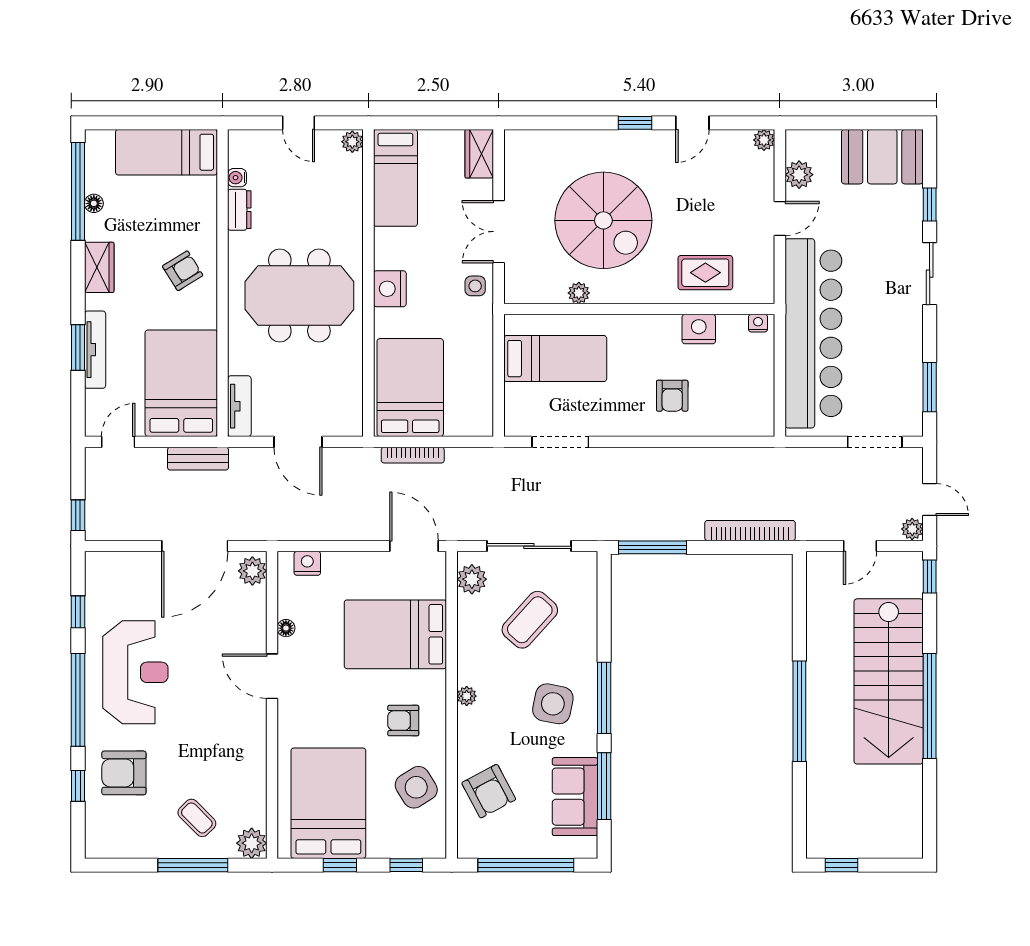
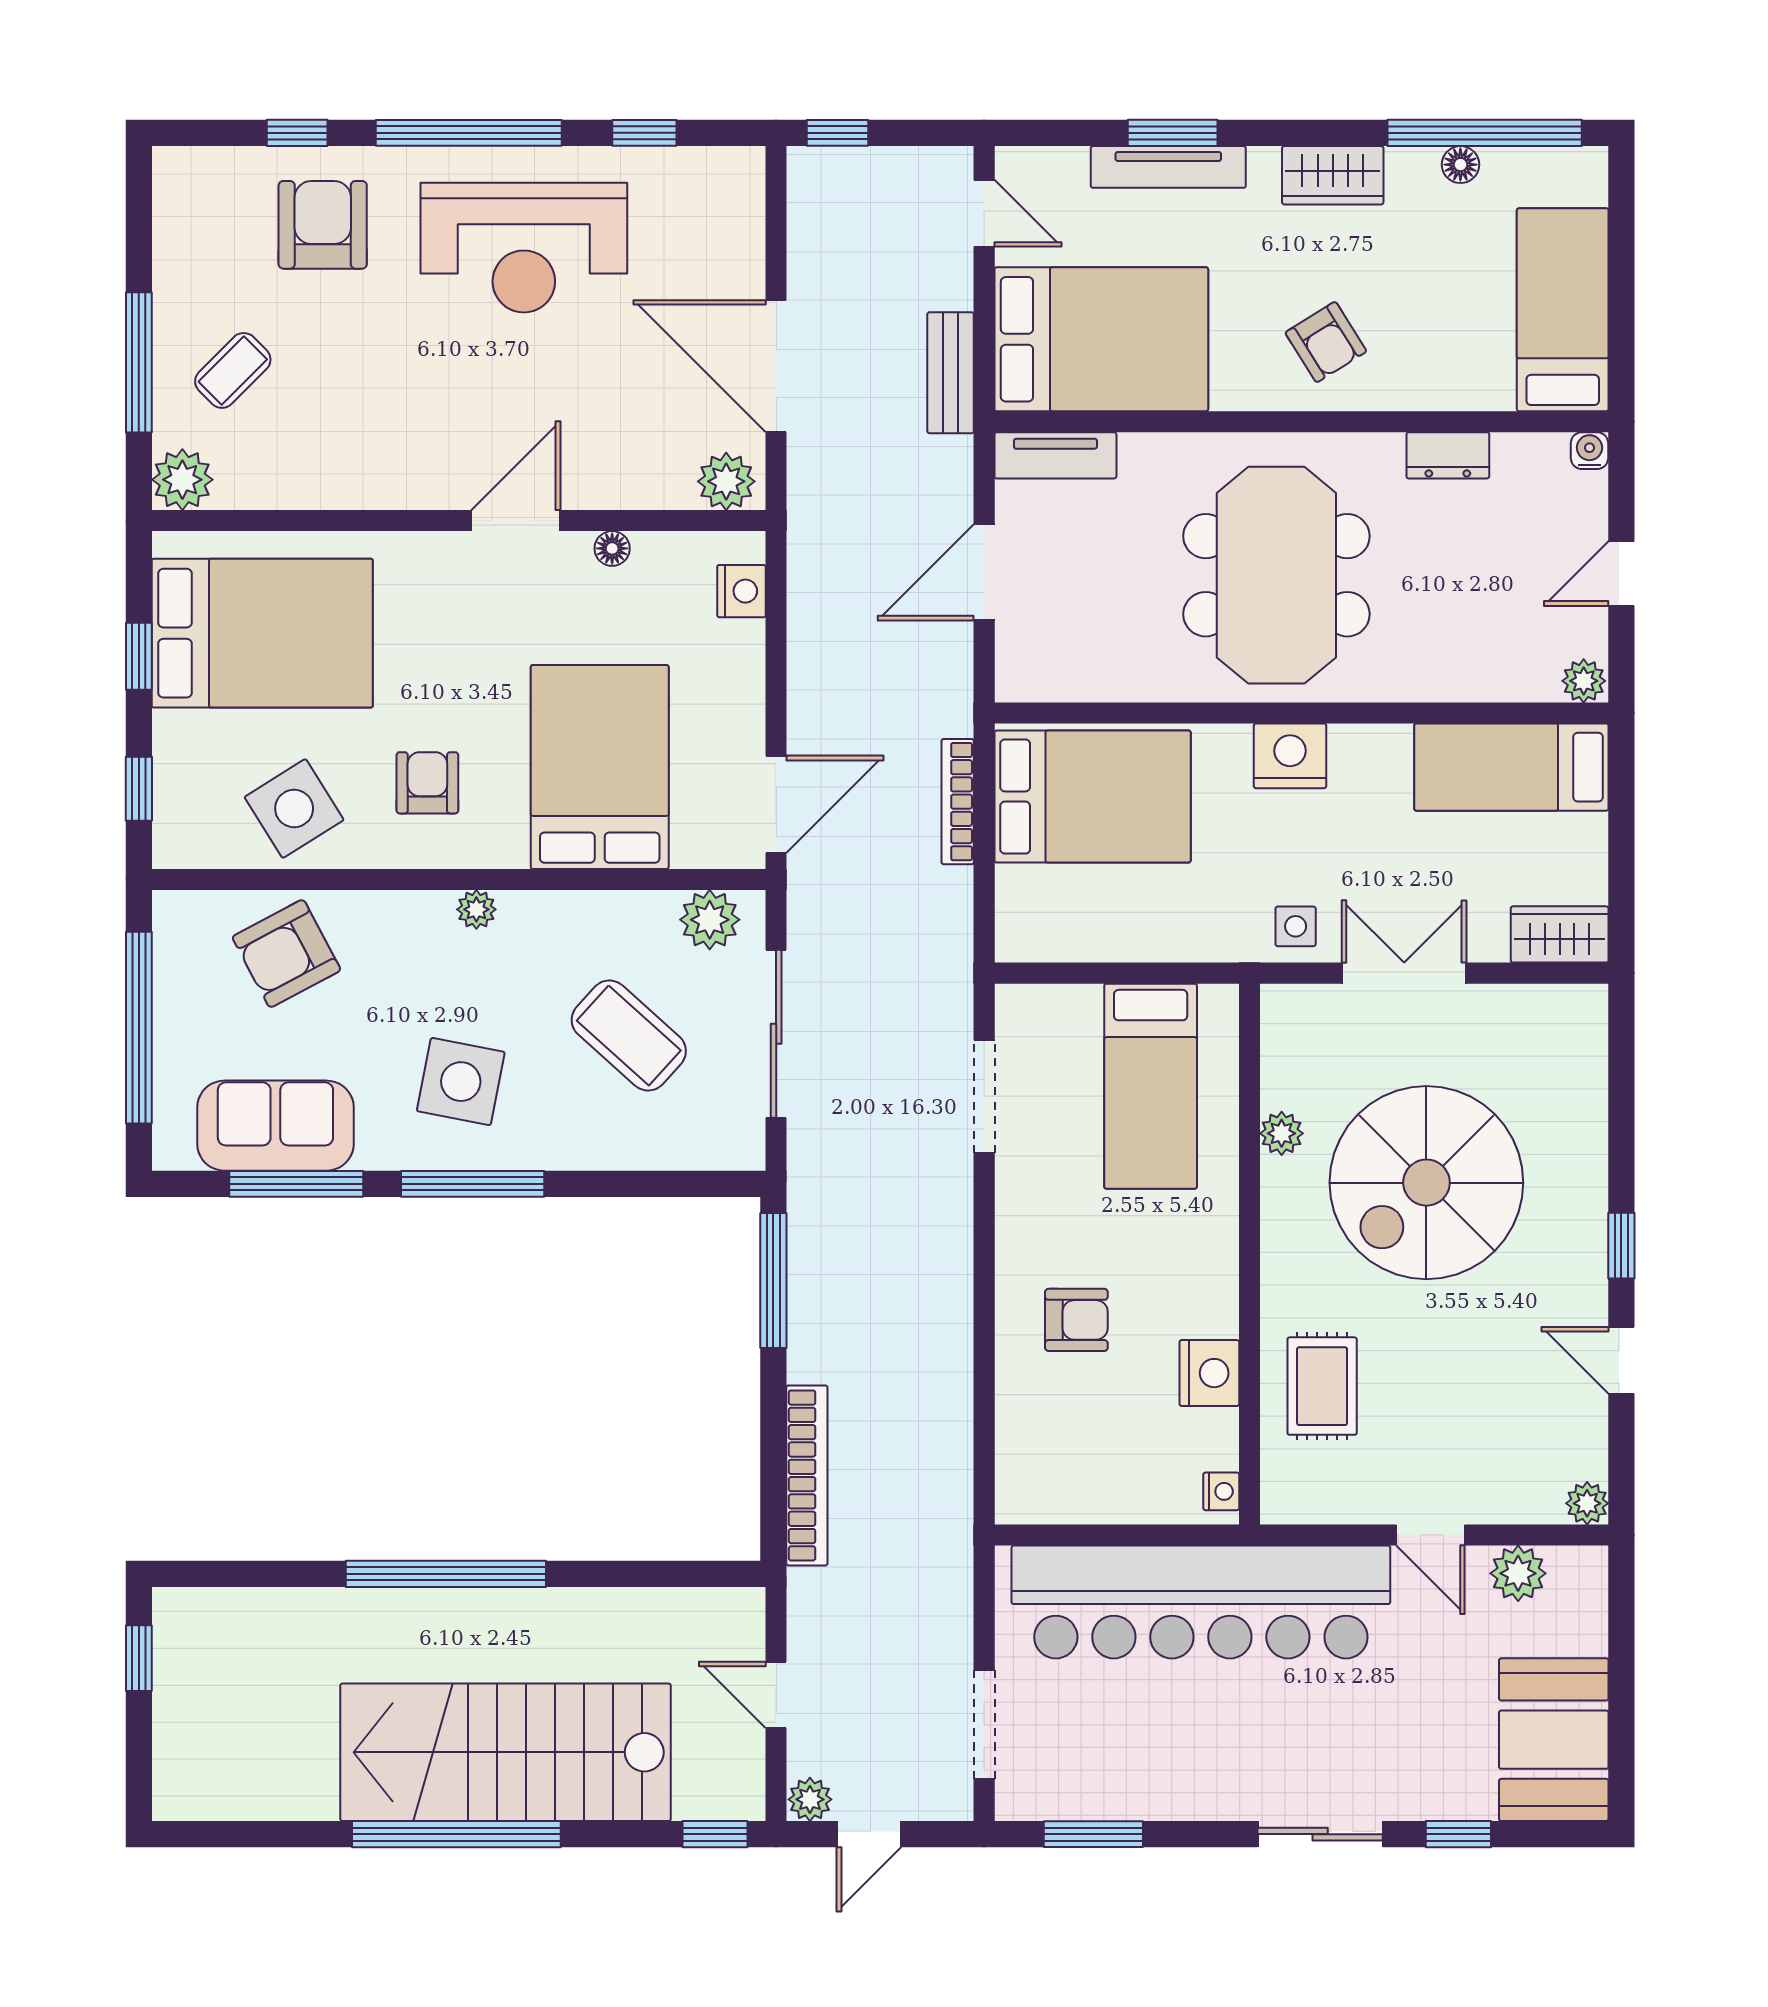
water cooler: (237, 178) -> (1589, 451), moved
armchair: (672, 396) -> (1076, 1320), turned 180

